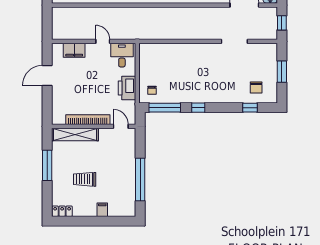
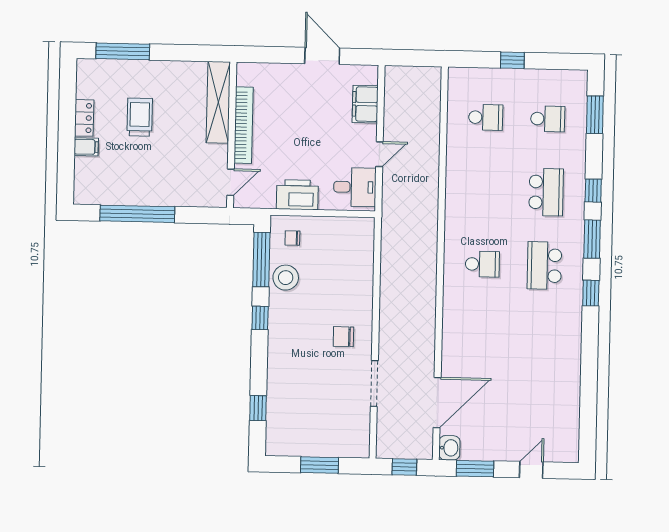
chair: (256, 87) -> (343, 337), moved
stool: (175, 94) -> (286, 278), added
window: (47, 165) -> (123, 51), moved
locker: (62, 211) -> (84, 118), moved

